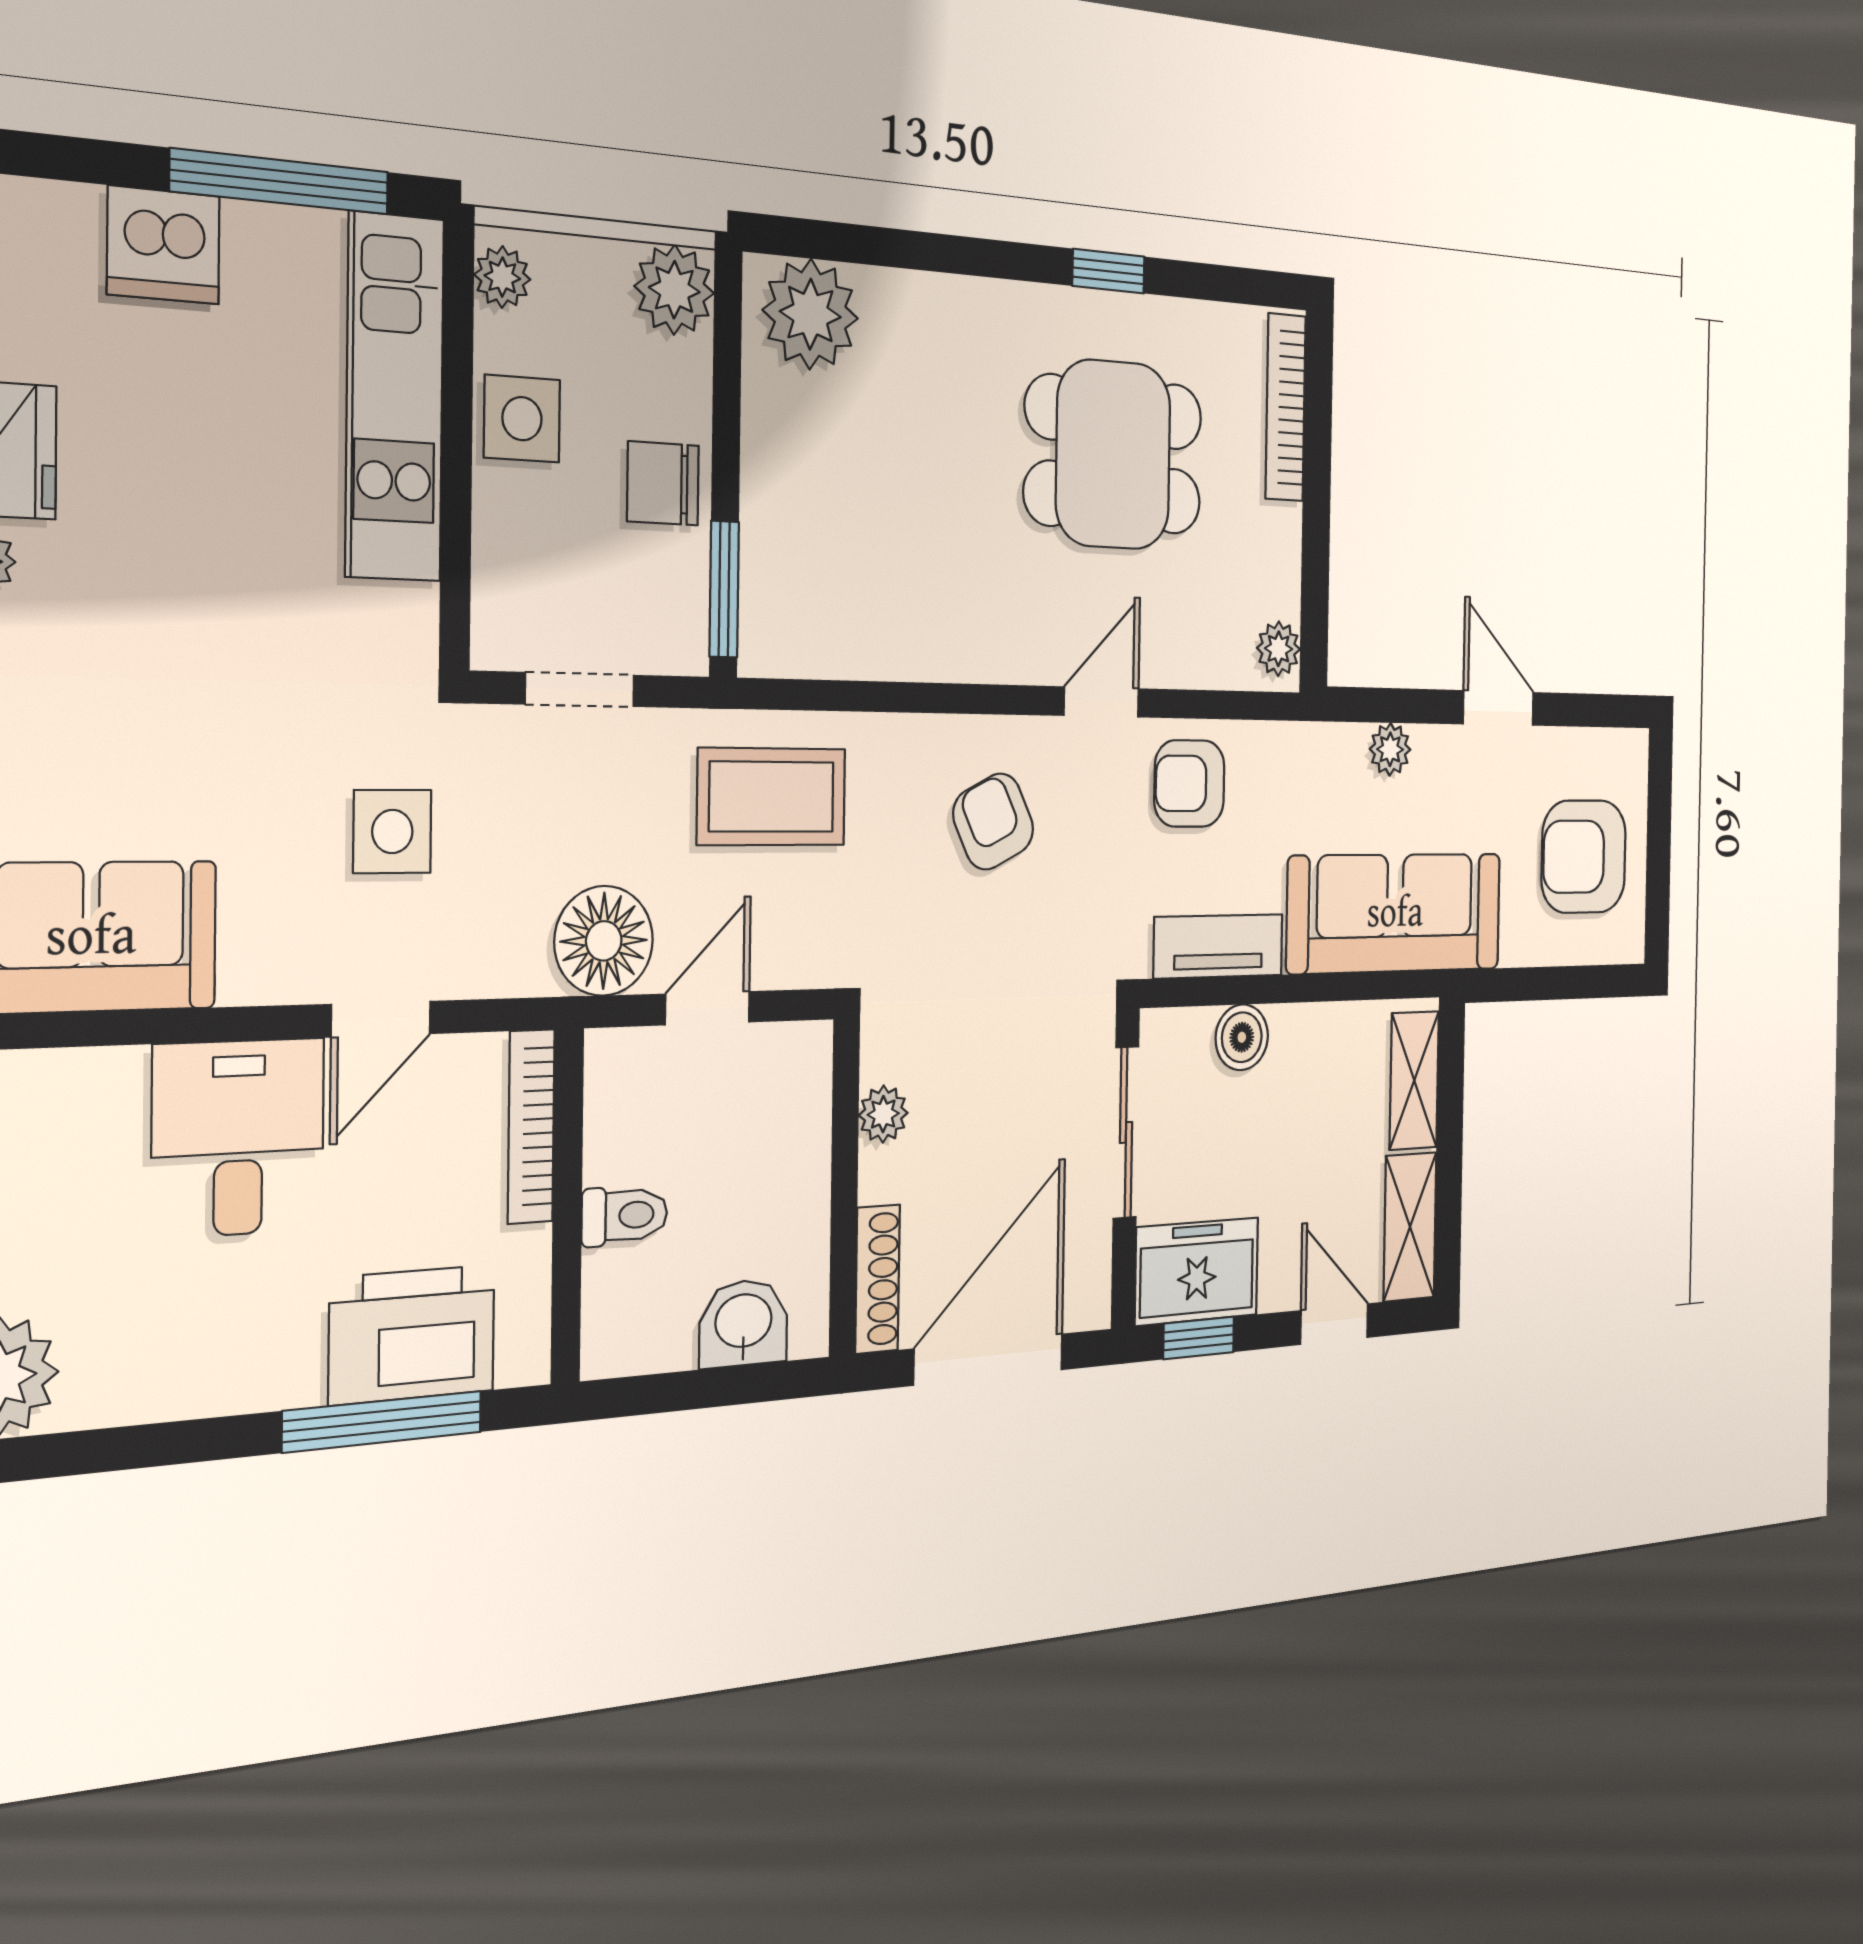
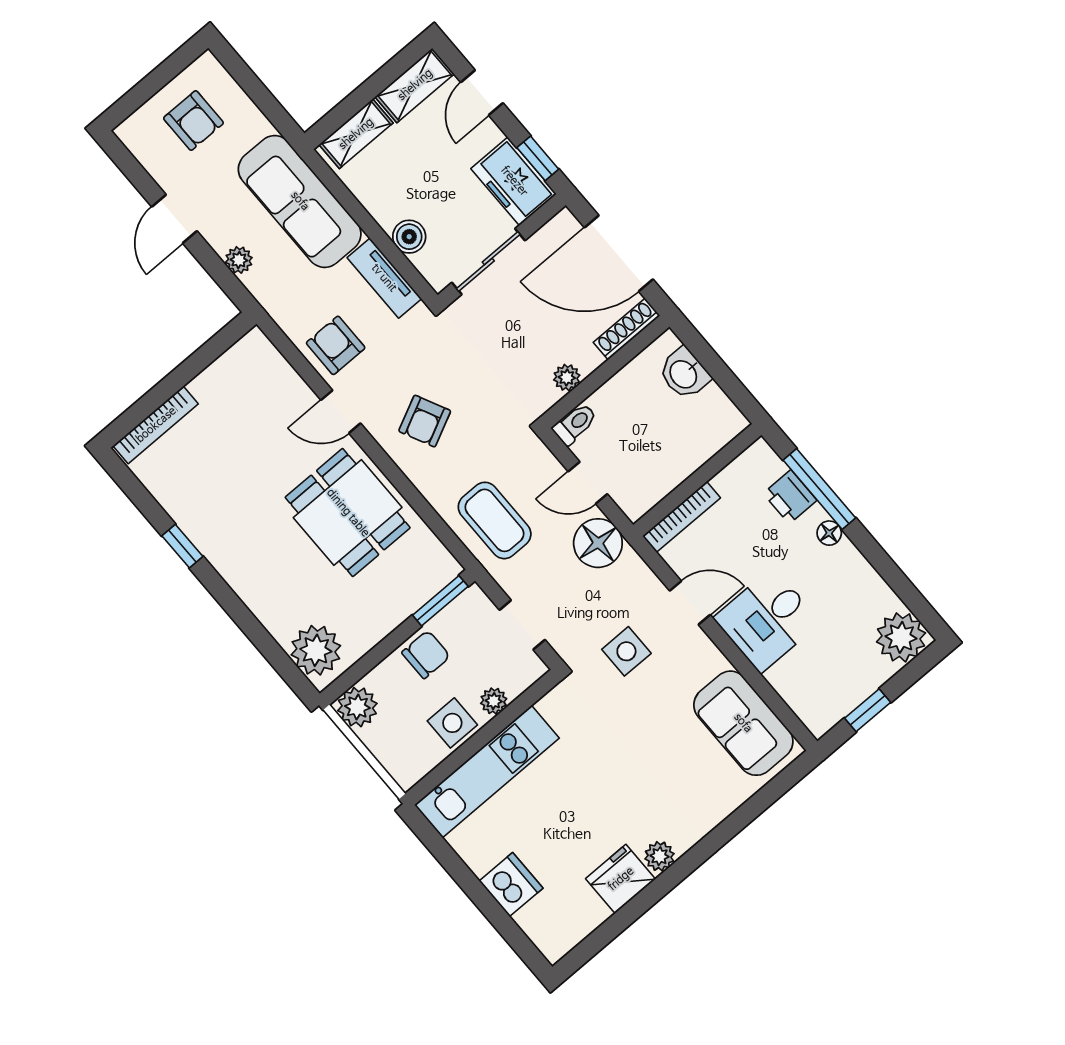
window: (280, 182) -> (455, 867), removed
plant: (502, 277) -> (494, 701), moved
dining table: (1113, 455) -> (348, 513), moved
chair: (663, 483) -> (426, 654), turned -90
plant: (1279, 649) -> (249, 348), removed
armchair: (1189, 783) -> (336, 345), turned 180
armchair: (1584, 857) -> (193, 121), width x0.72, depth x0.72
toilet: (625, 1215) -> (575, 424), moved, turned 90
printer: (412, 1335) -> (790, 497), width x0.53, depth x0.68
floor lamp: (295, 1381) -> (829, 533), added

